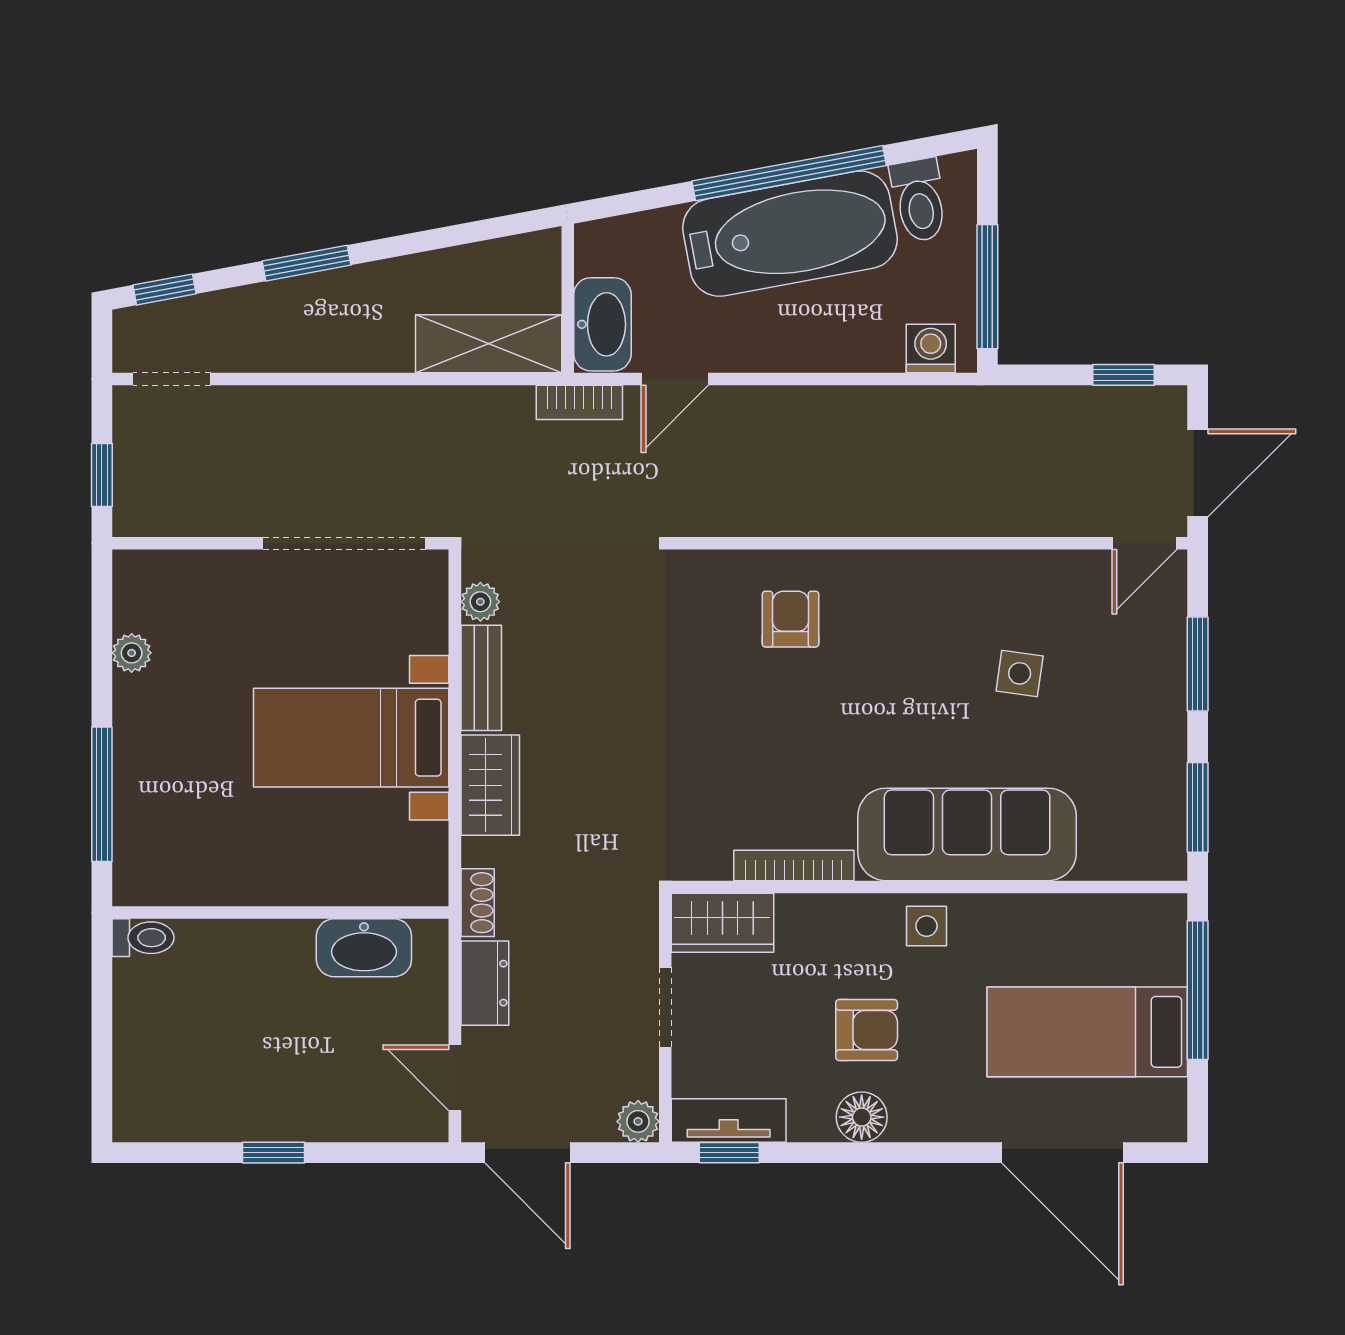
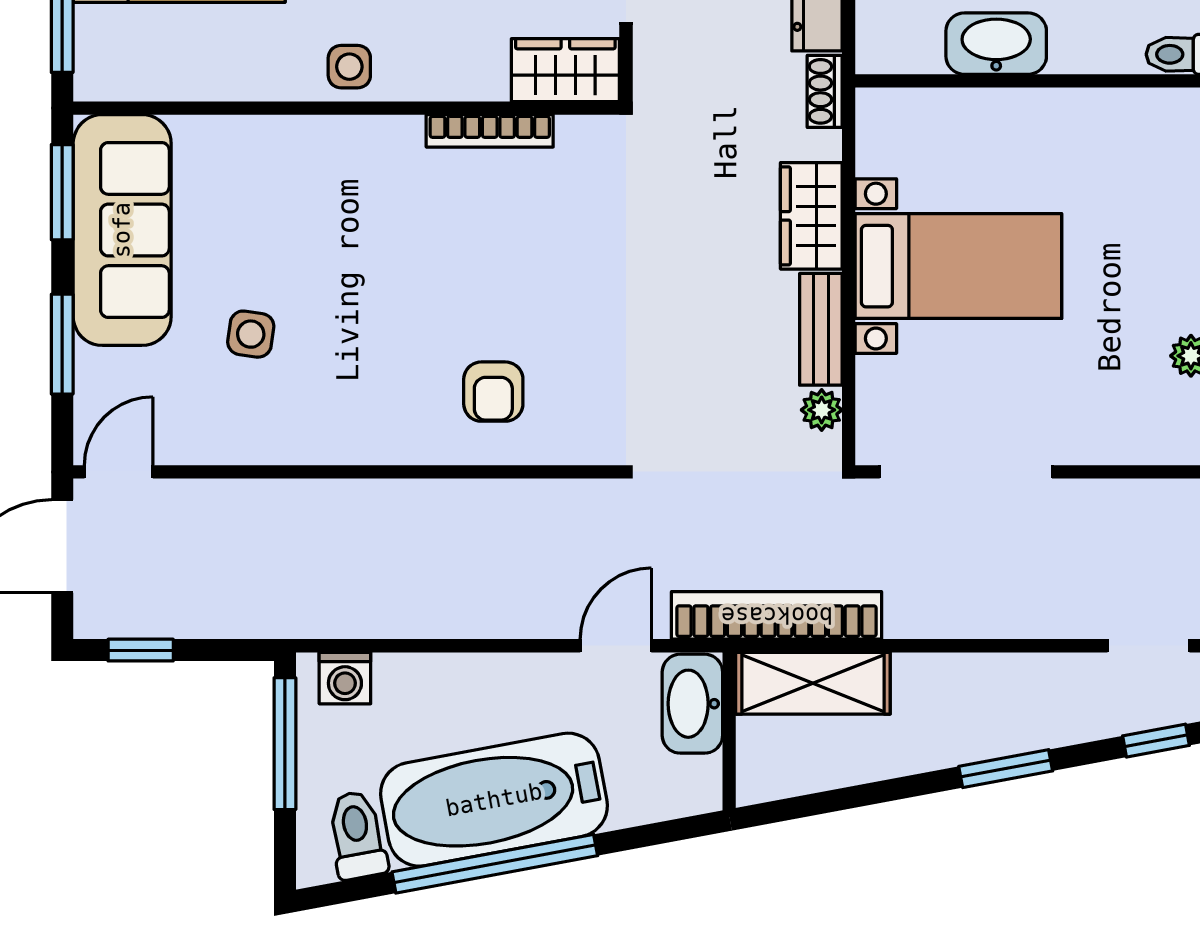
bookcase: (579, 402) -> (777, 615), width x2.31, depth x1.31
sofa: (967, 834) -> (122, 230), moved, turned -90
washbasin: (364, 948) -> (996, 44), moved

